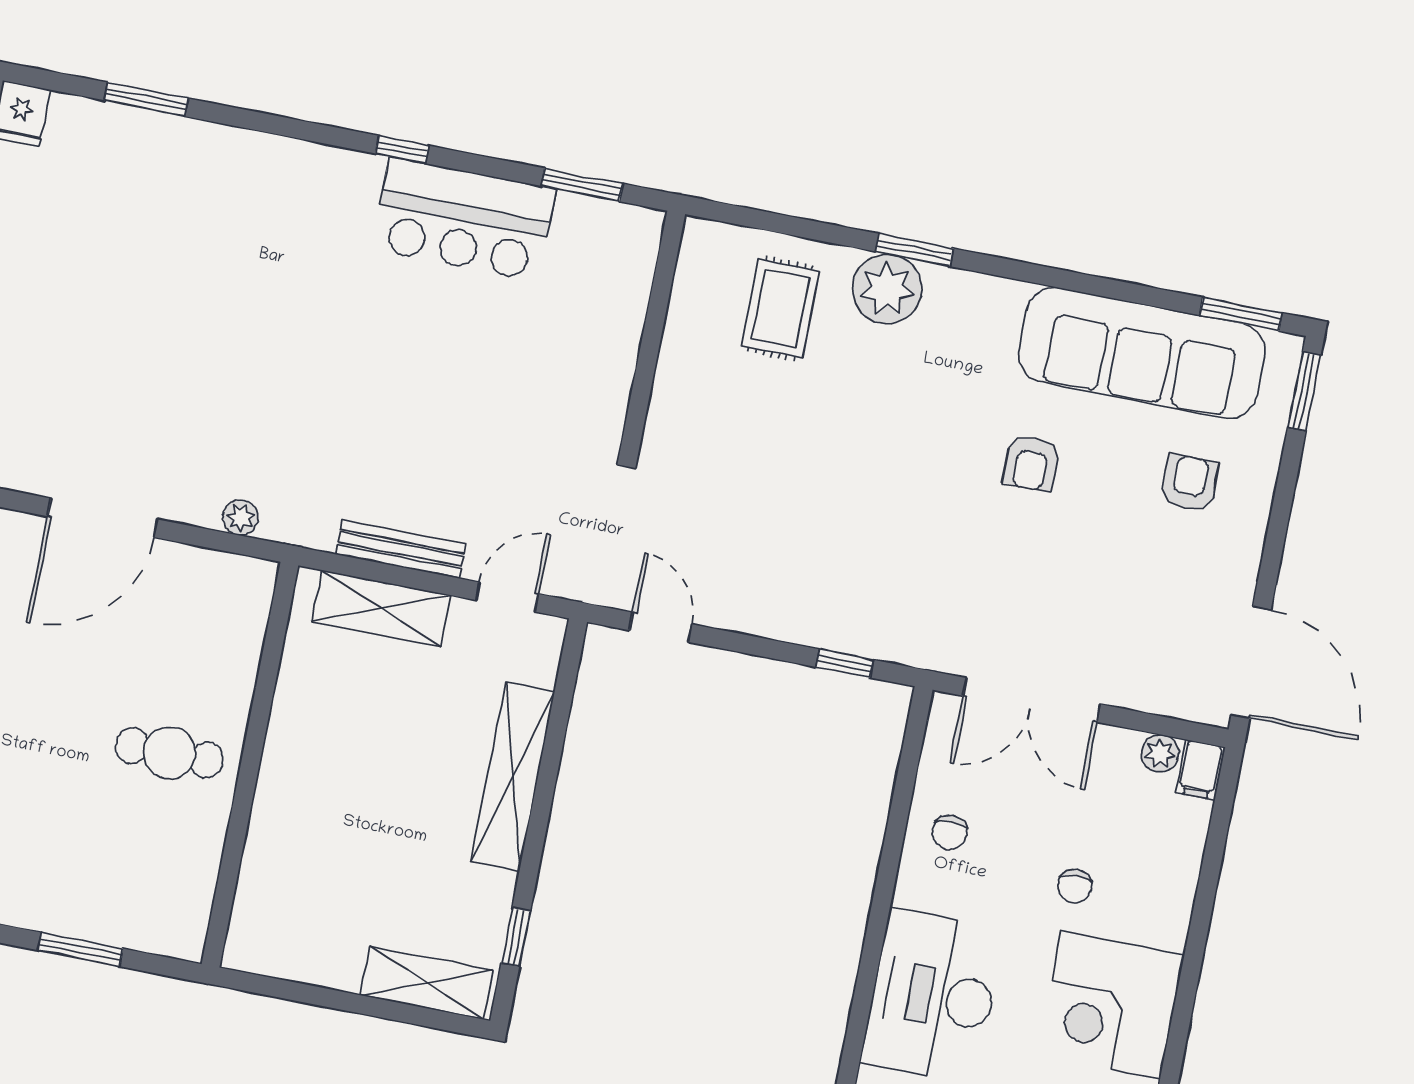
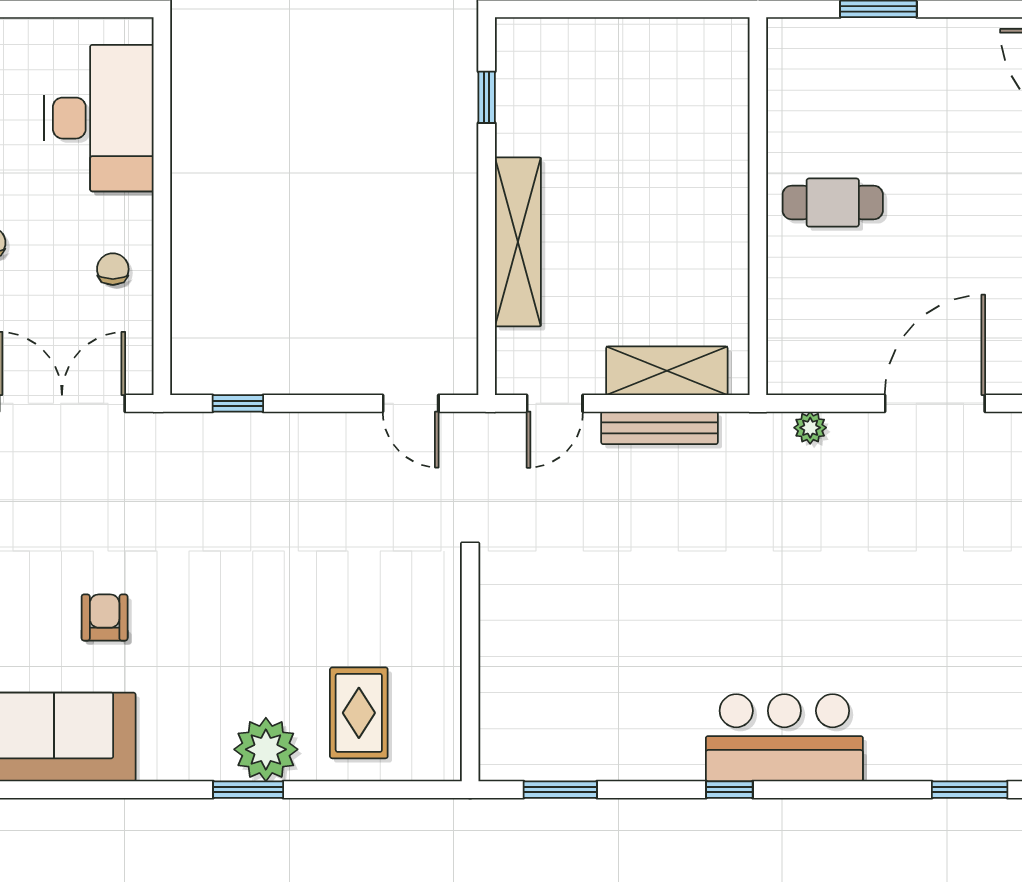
bar counter: (464, 219) -> (784, 738), moved
shelving: (427, 983) -> (559, 40), removed

